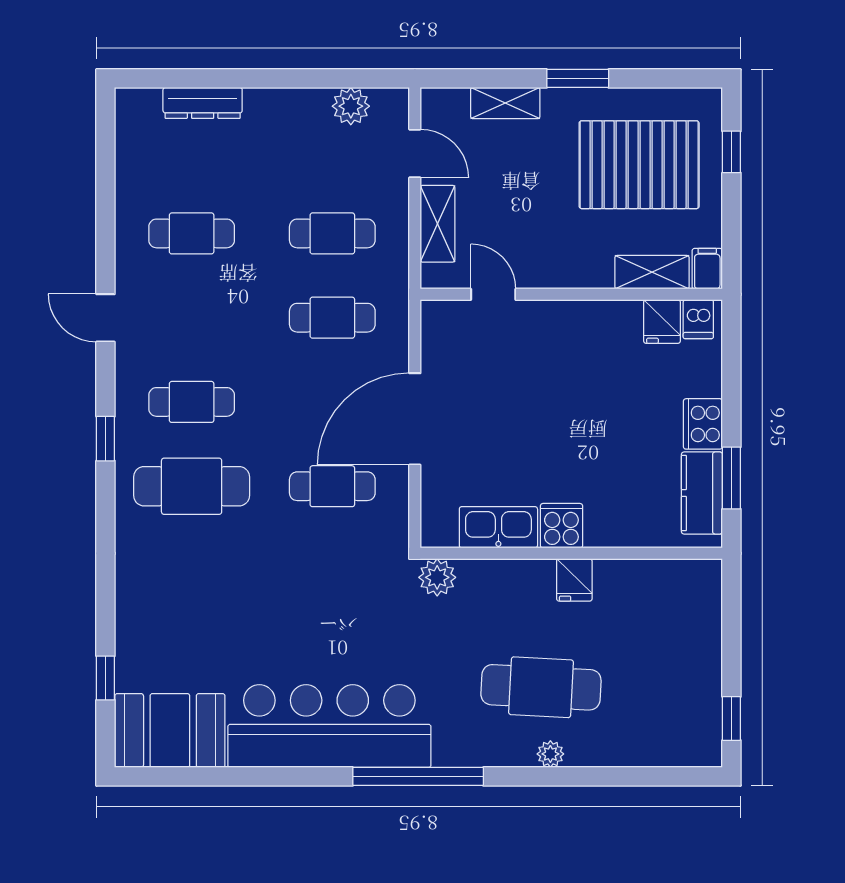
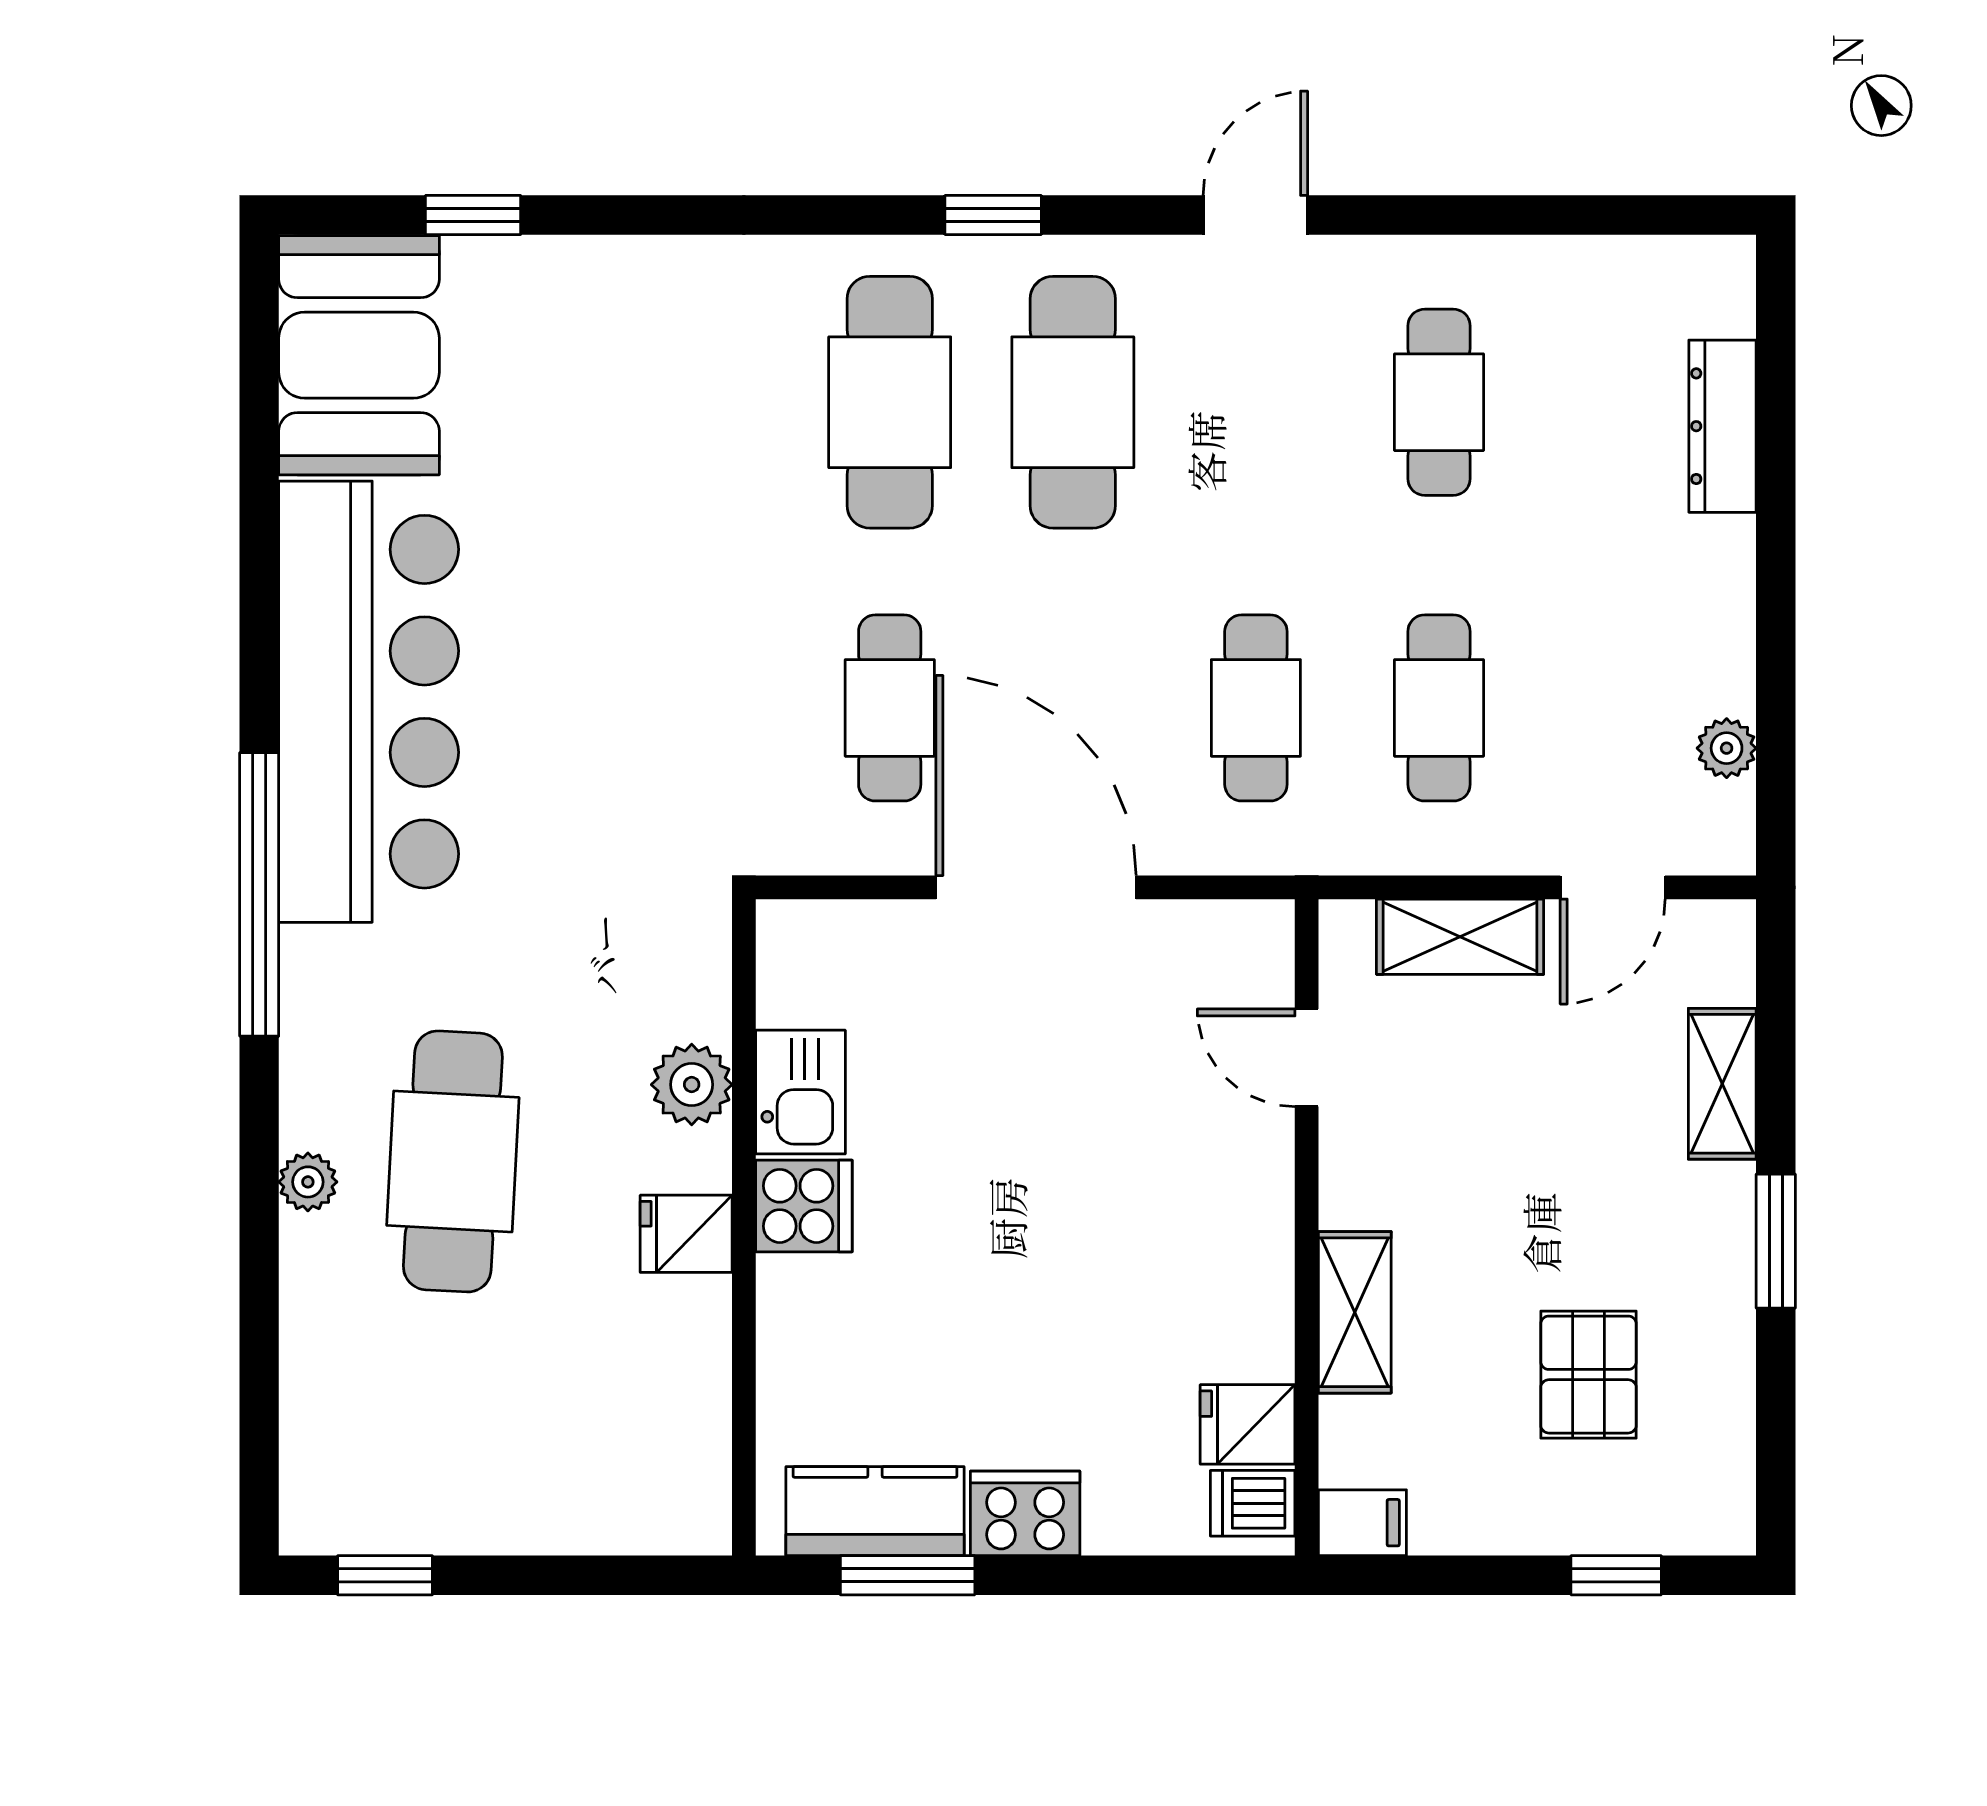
plant: (351, 106) -> (1727, 748), width x0.73, depth x0.73
pallet: (639, 165) -> (1588, 1375), width x0.49, depth x0.50
shelving: (652, 272) -> (1355, 1312), moved
door: (493, 294) -> (1307, 1058), swing flipped
cafe table: (192, 402) -> (1073, 402), width x1.37, depth x1.35
kitchen sink: (498, 527) -> (800, 1092), width x0.73
plant: (437, 577) -> (692, 1085), moved

